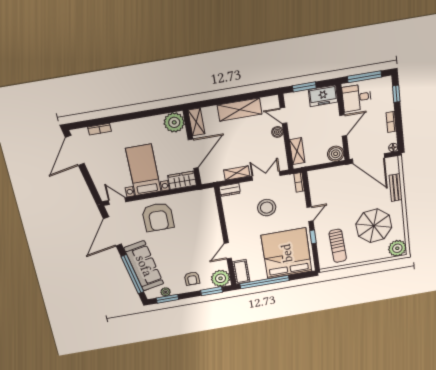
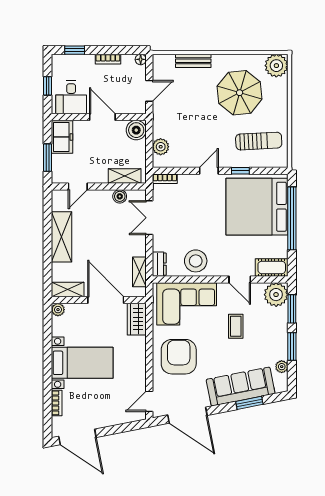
window: (364, 77) -> (48, 86), width x0.46
plant: (174, 122) -> (58, 310), width x0.53, depth x0.53
boiler: (277, 132) -> (120, 196), moved
door: (368, 158) -> (149, 91), width x0.53
bed with nightstands: (143, 170) -> (82, 363), moved, turned 180
shelving: (237, 173) -> (139, 272), moved
plant: (324, 175) -> (161, 147), added
stool: (267, 208) -> (196, 261), moved
door: (310, 214) -> (209, 171), hinge flipped
corner sofa: (201, 216) -> (187, 304), added
armchair: (158, 217) -> (179, 357), turned -90
coffee table: (190, 254) -> (236, 326), added
window: (132, 274) -> (249, 403), width x0.47
armchair: (192, 279) -> (269, 330), removed
window: (265, 282) -> (292, 218), moved
window: (167, 299) -> (292, 347), moved

